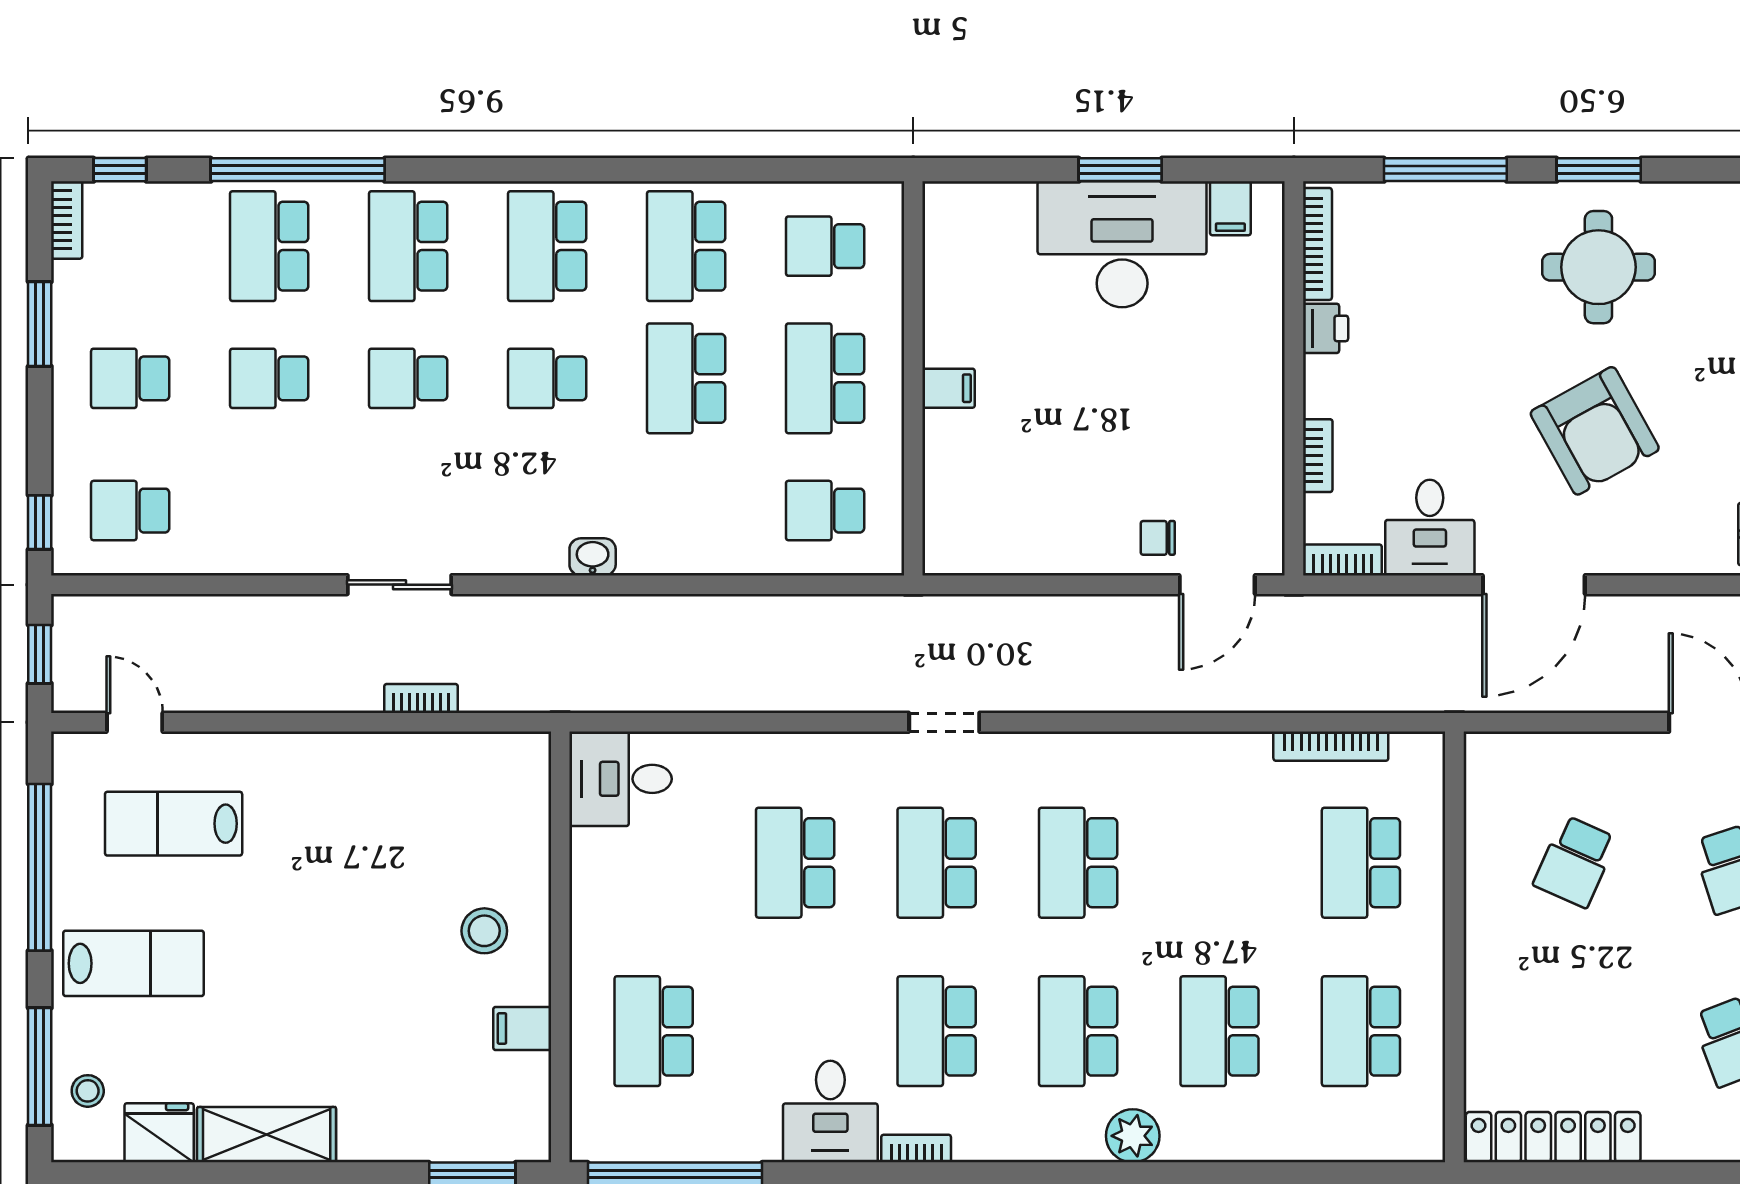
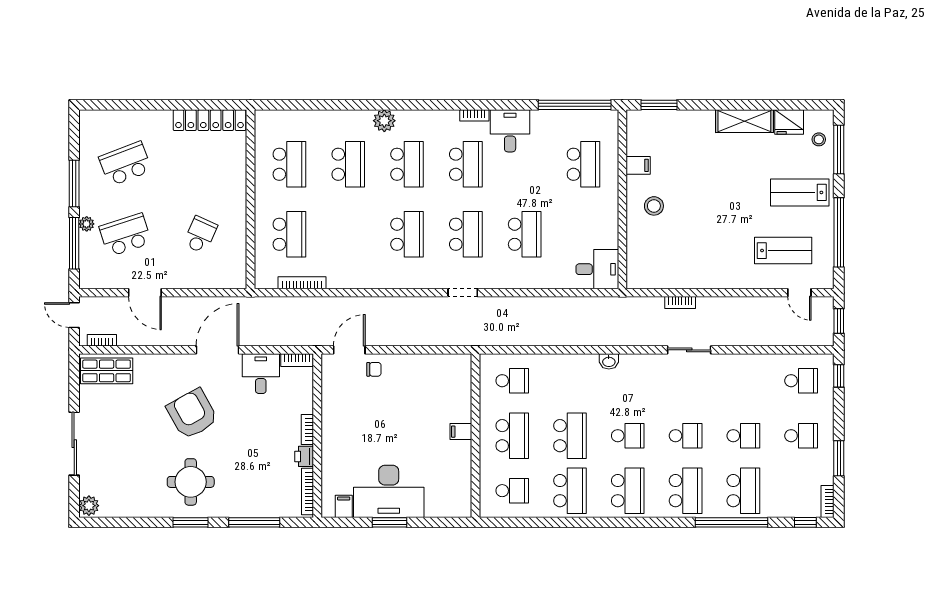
bookcase: (1318, 456) -> (307, 429), moved

